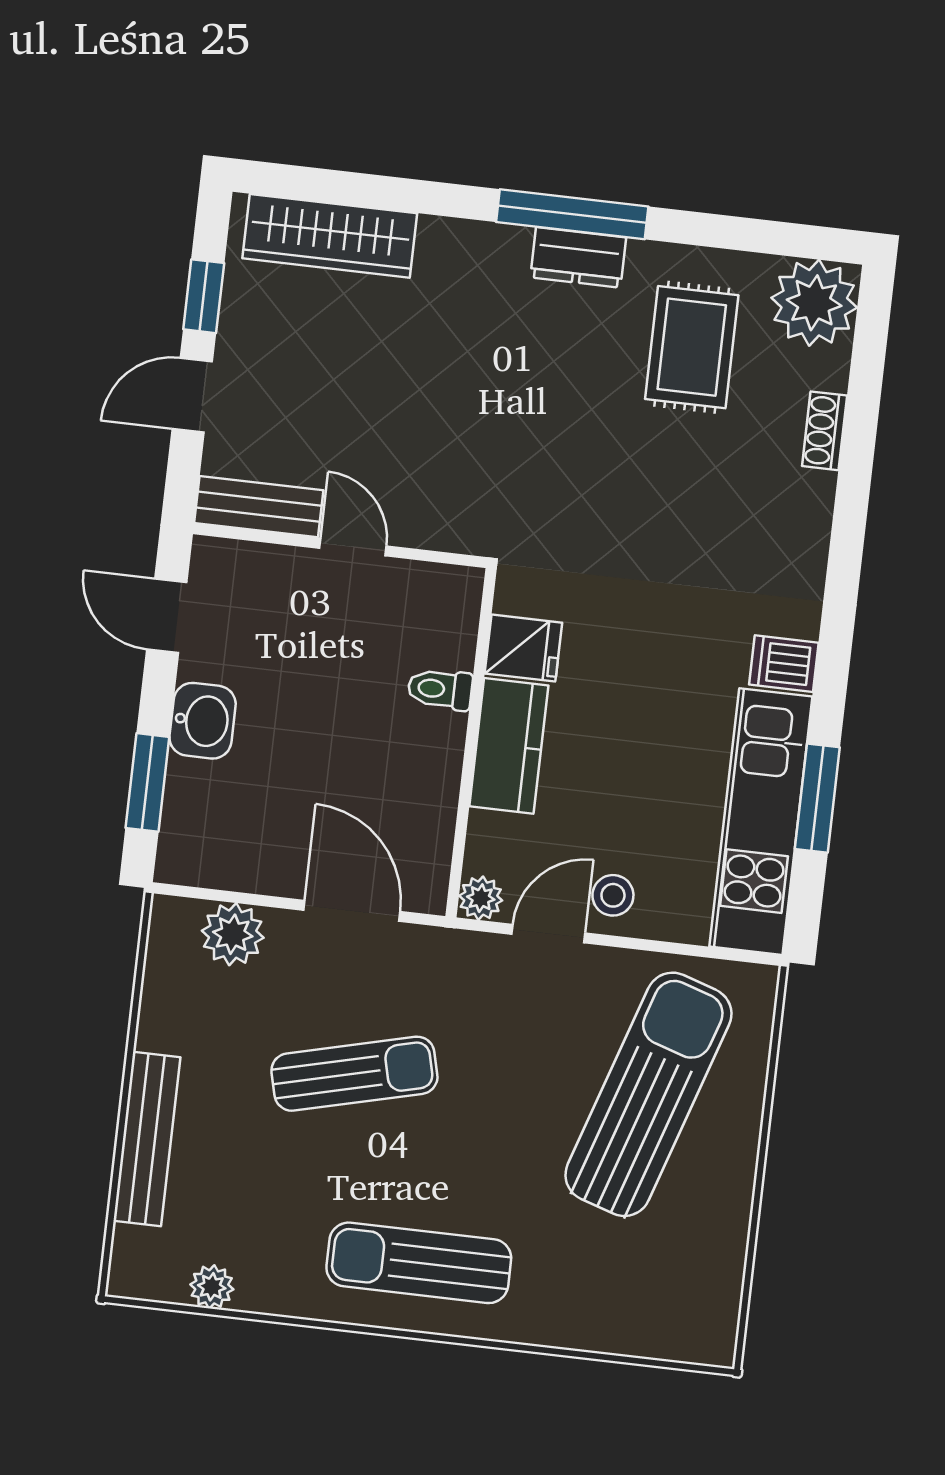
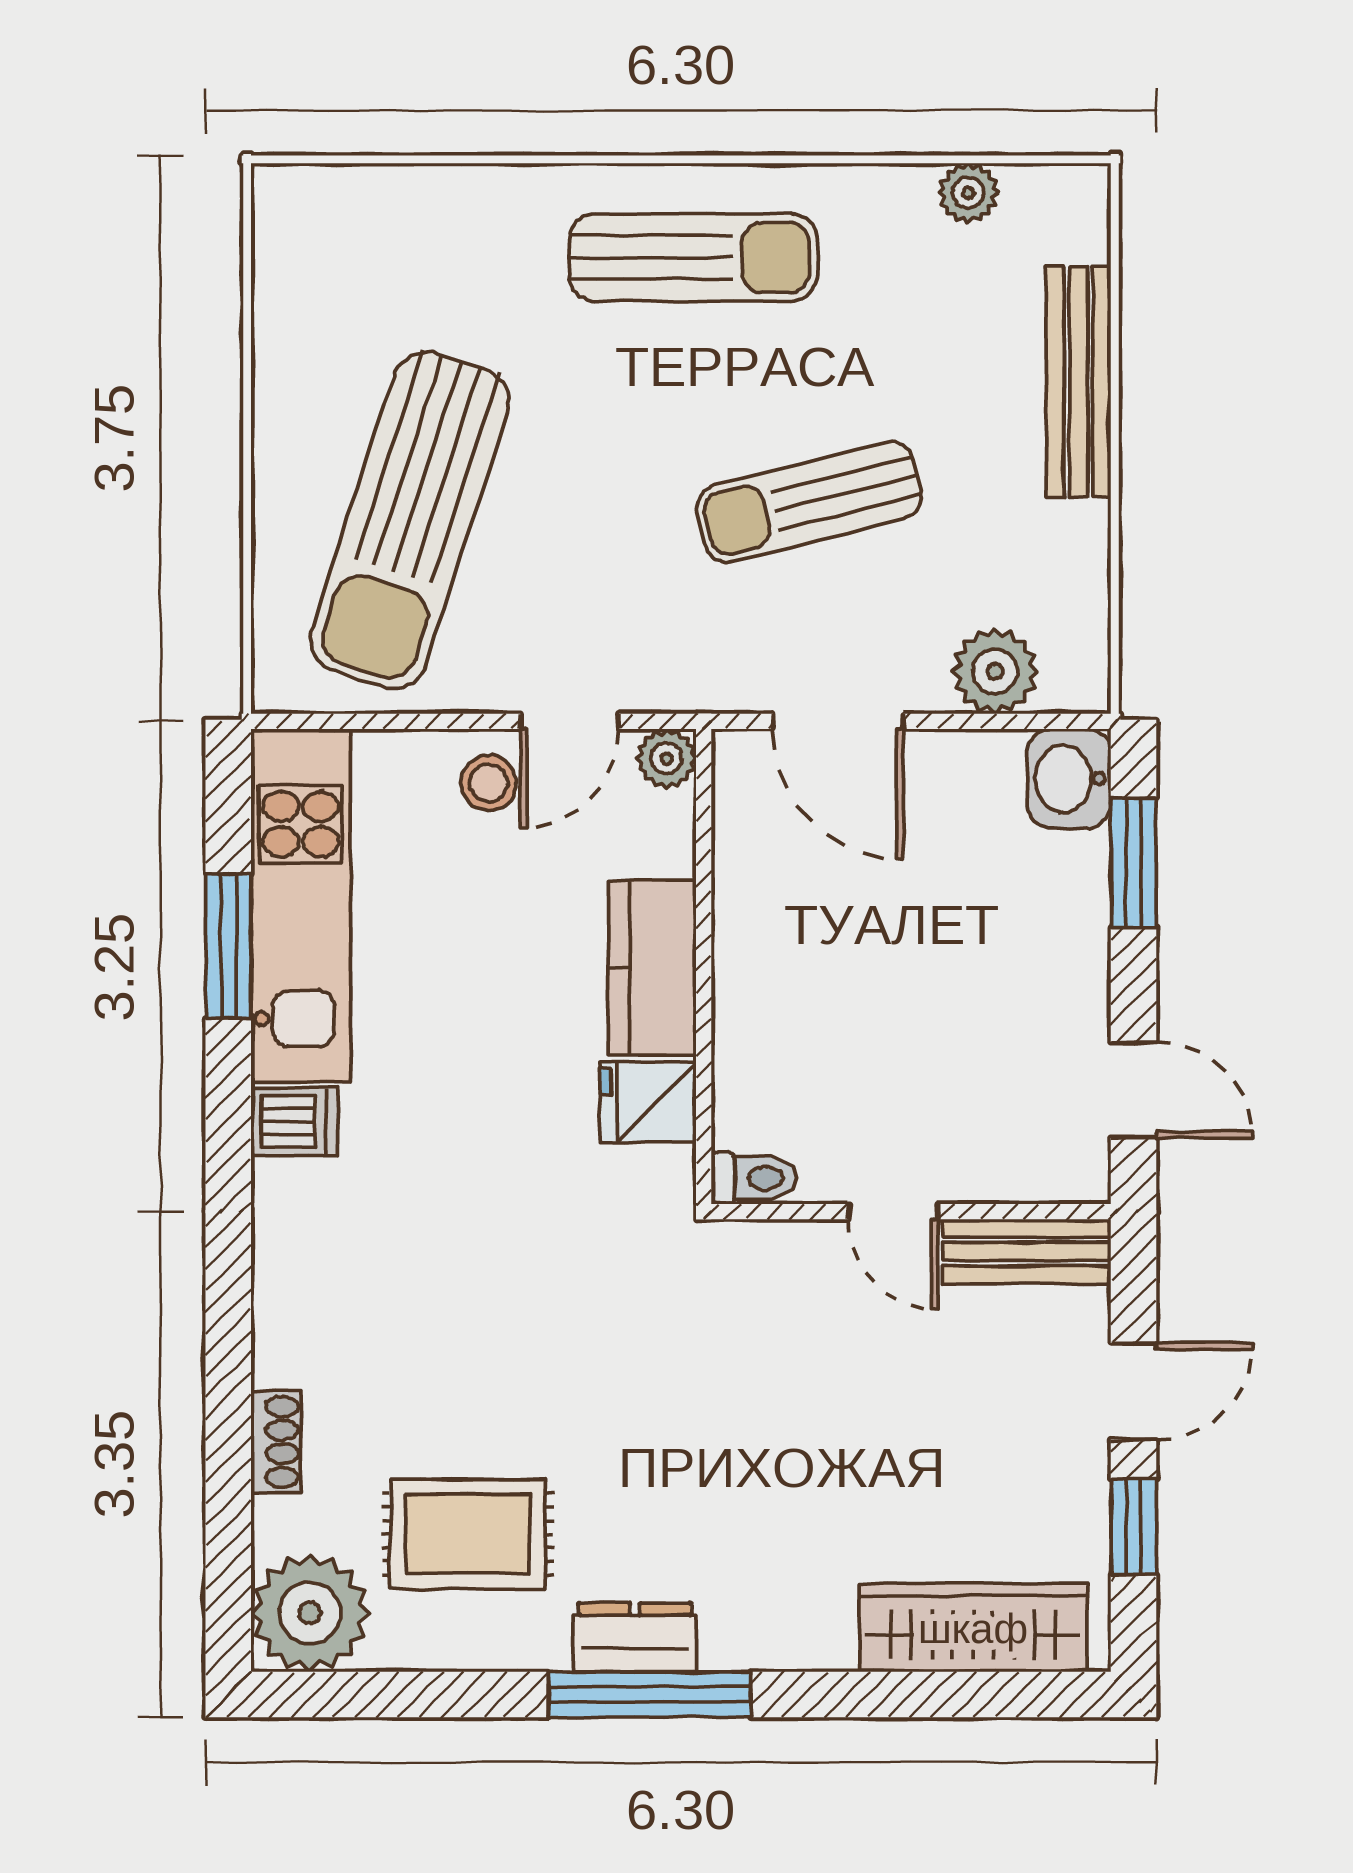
rug: (692, 347) -> (468, 1534), turned 90
toilet: (440, 689) -> (754, 1178), moved
washbasin: (203, 721) -> (1069, 779), moved

